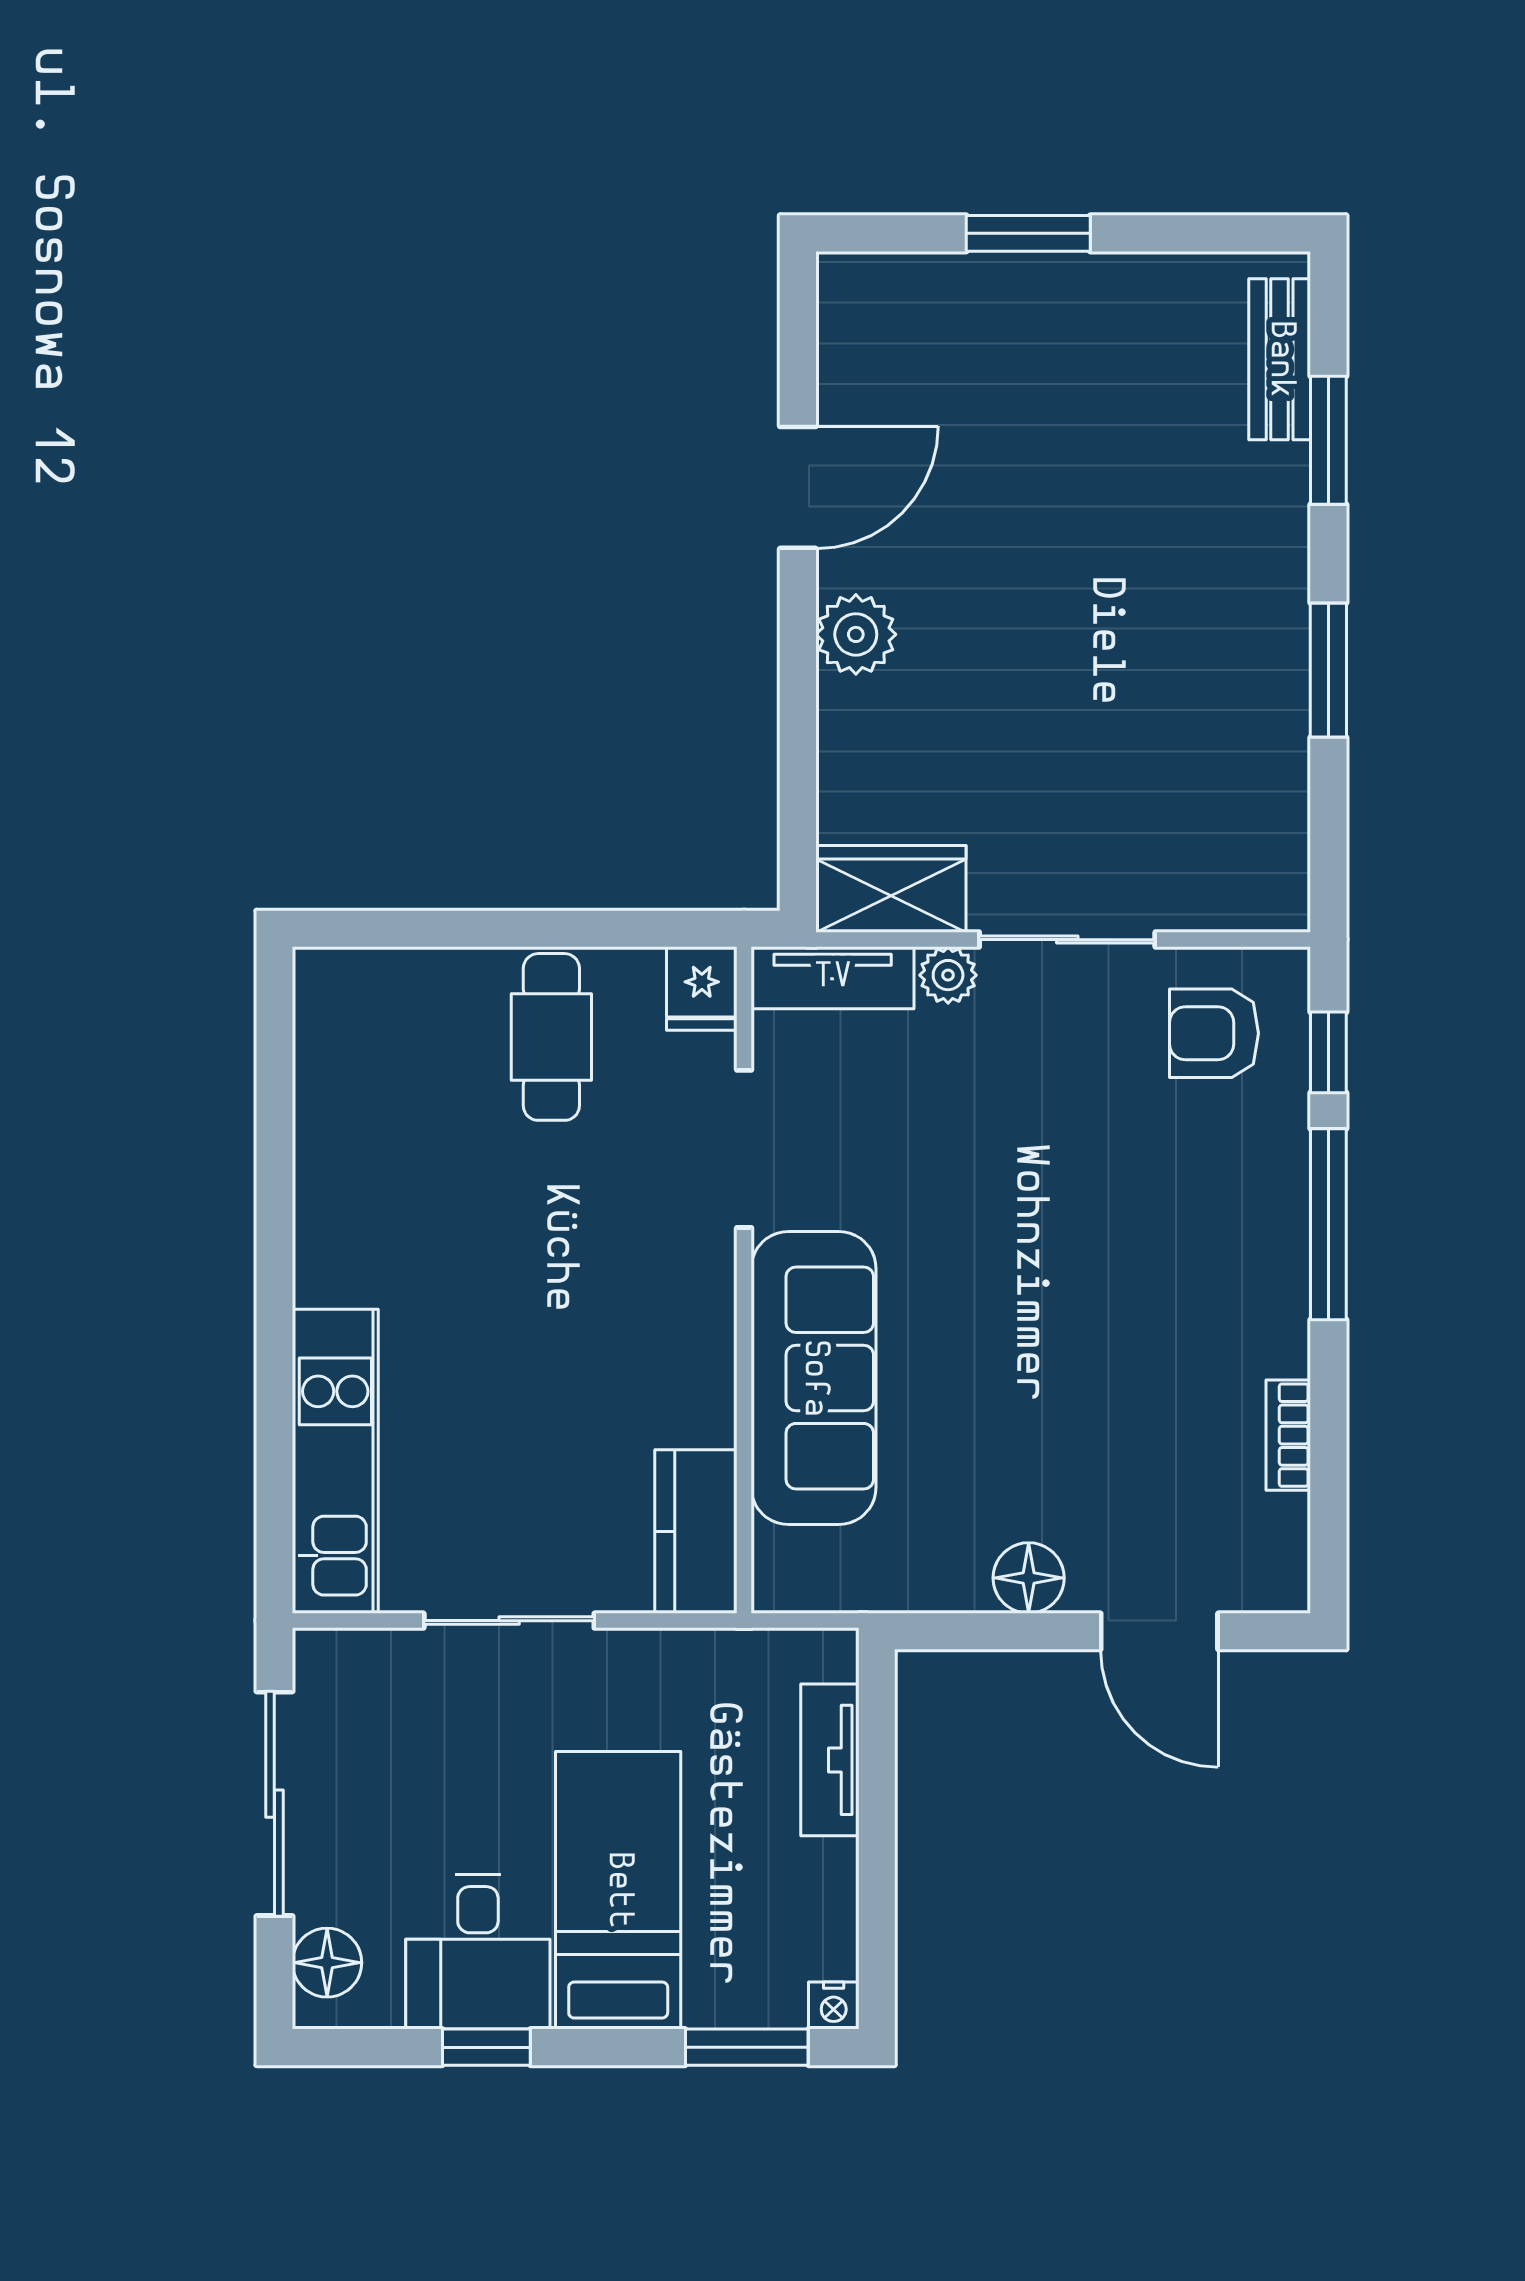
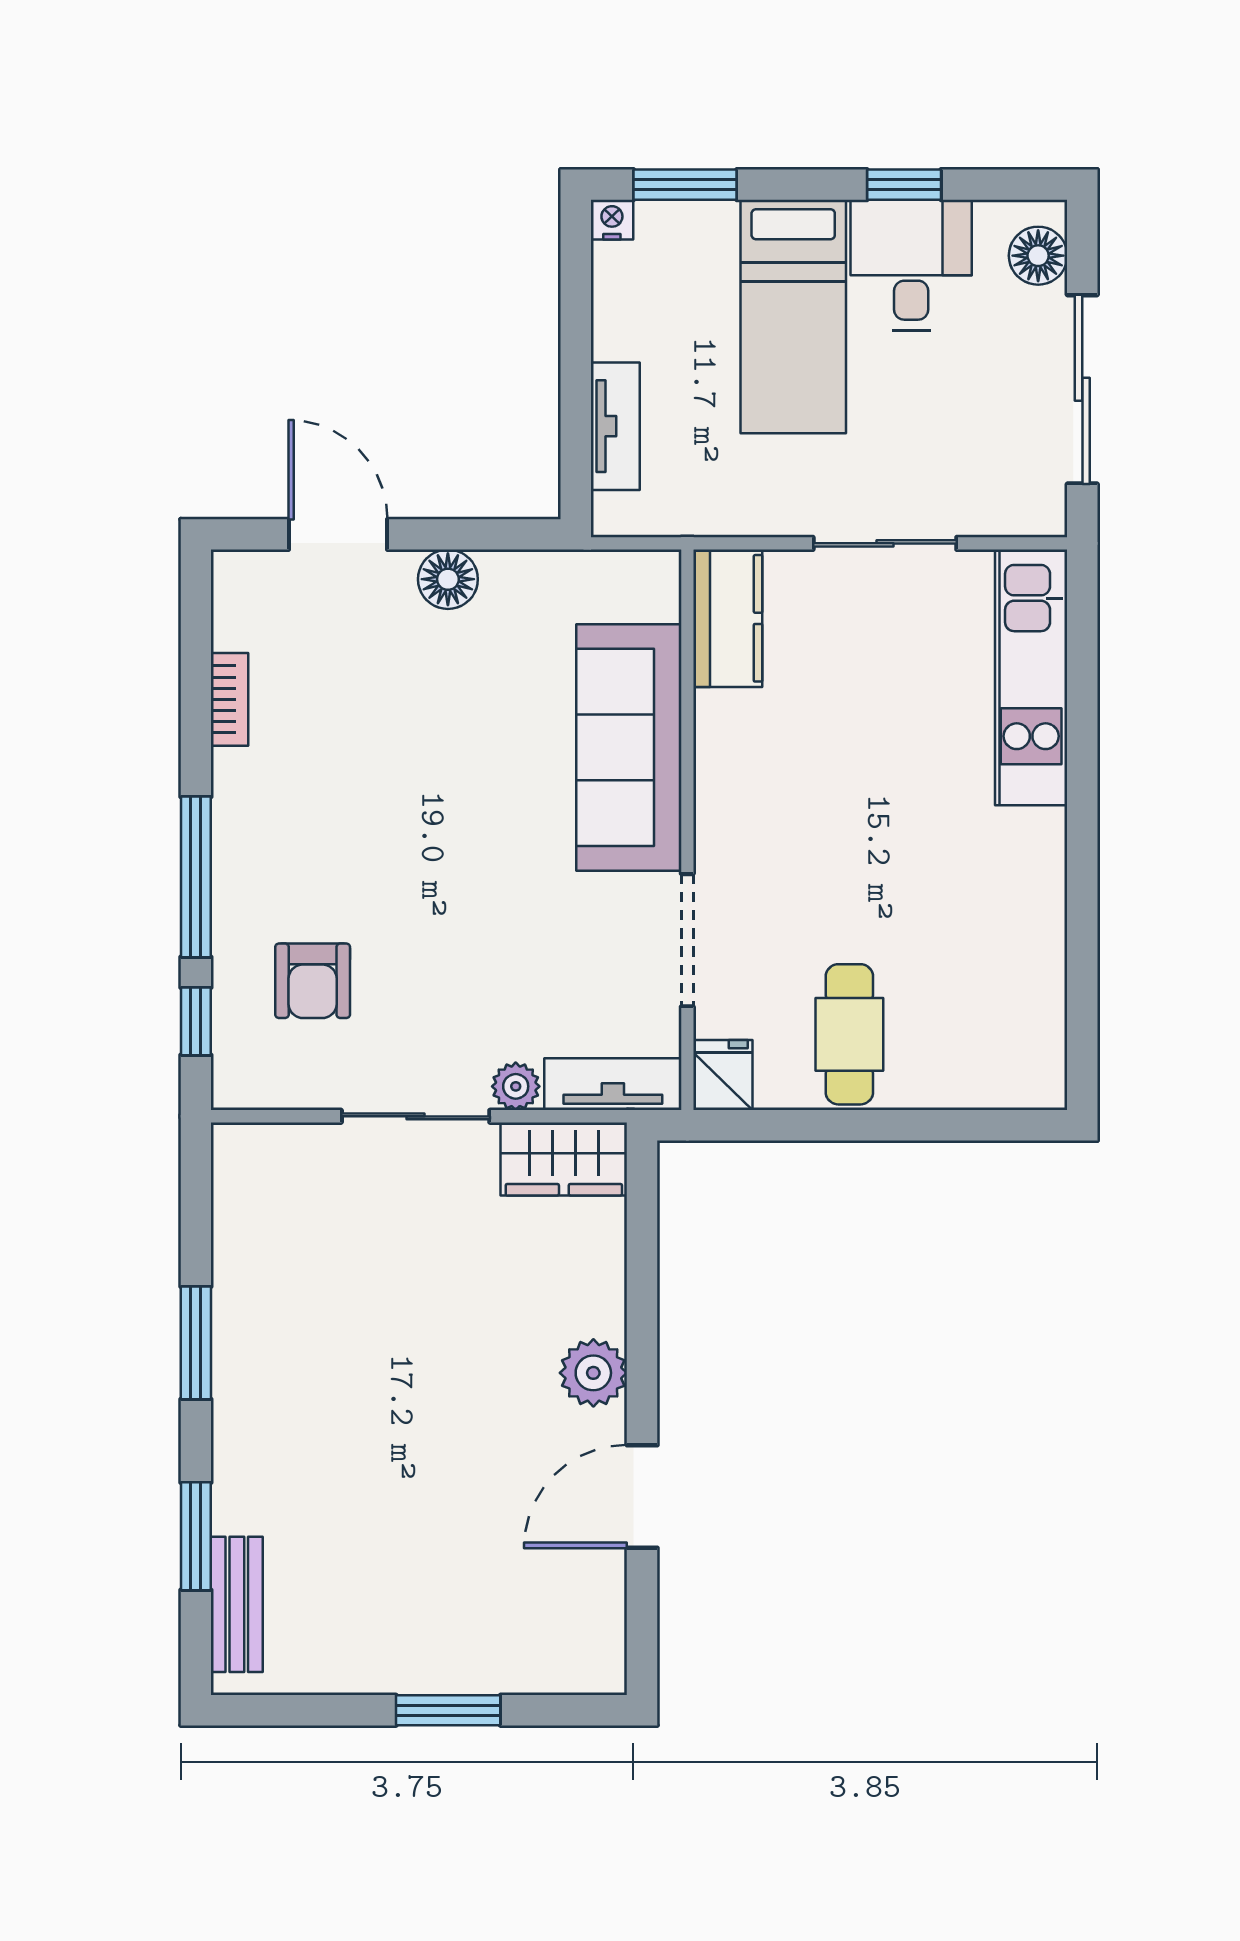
armchair: (1214, 1033) -> (313, 981), moved, turned 90

